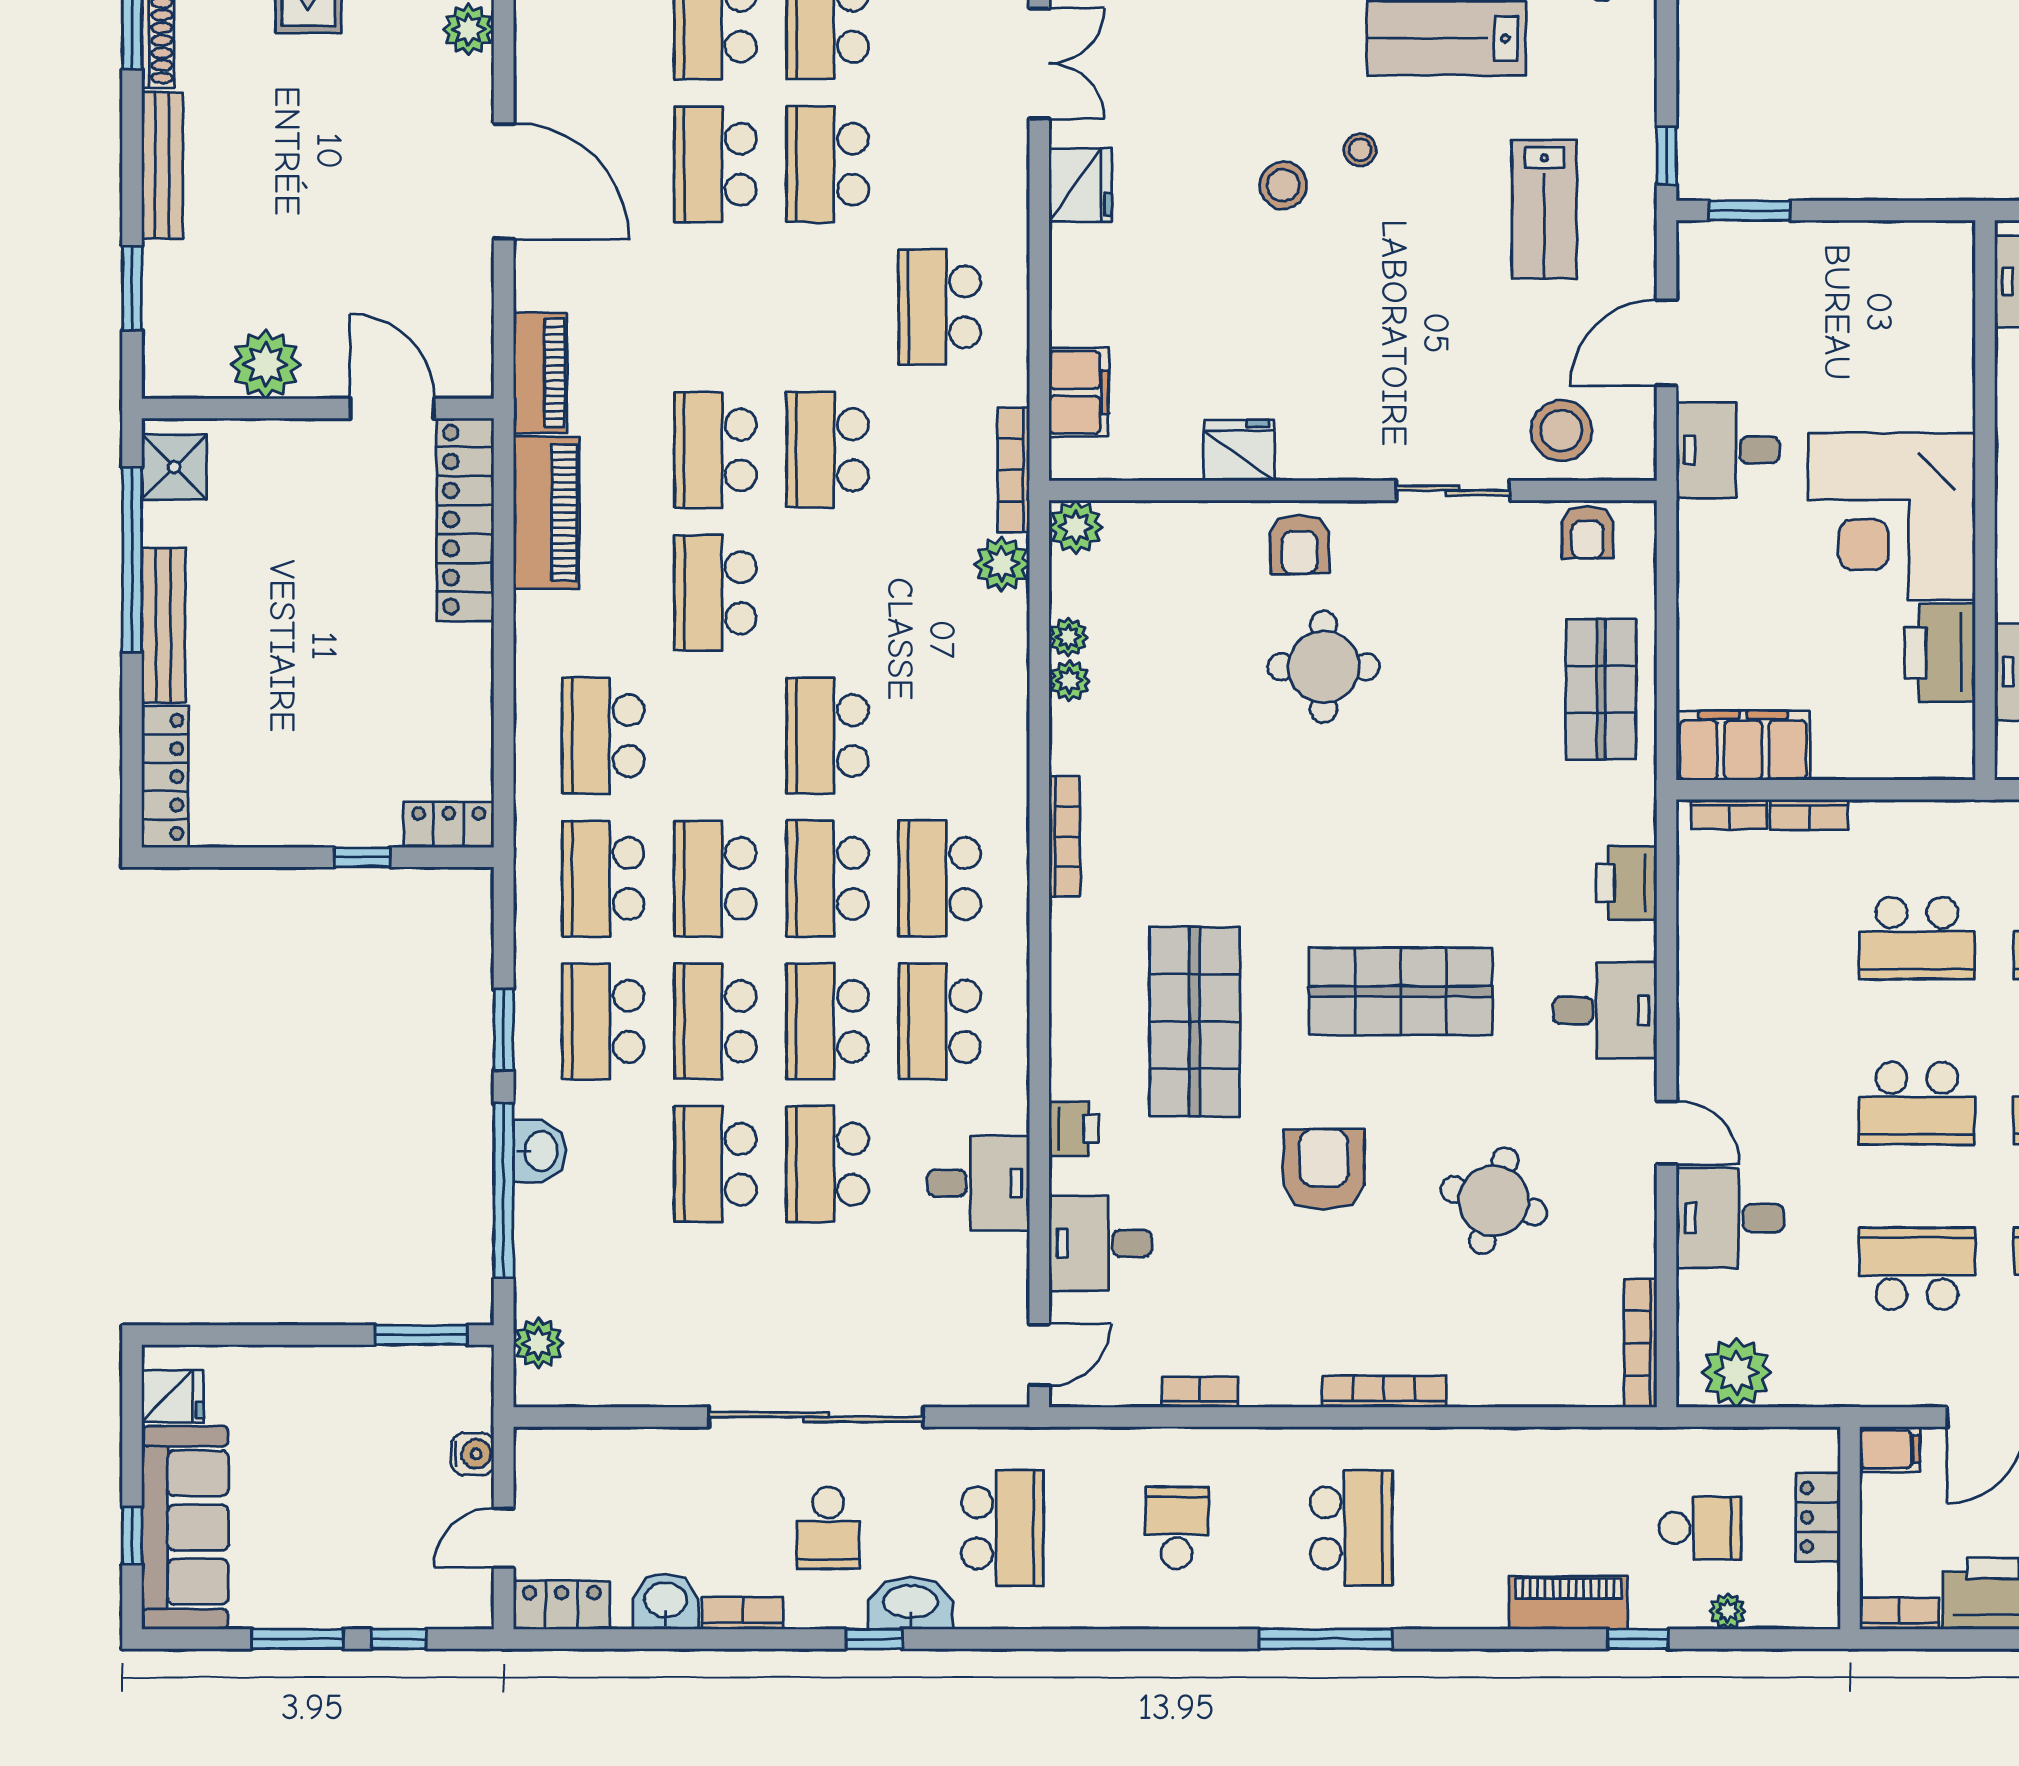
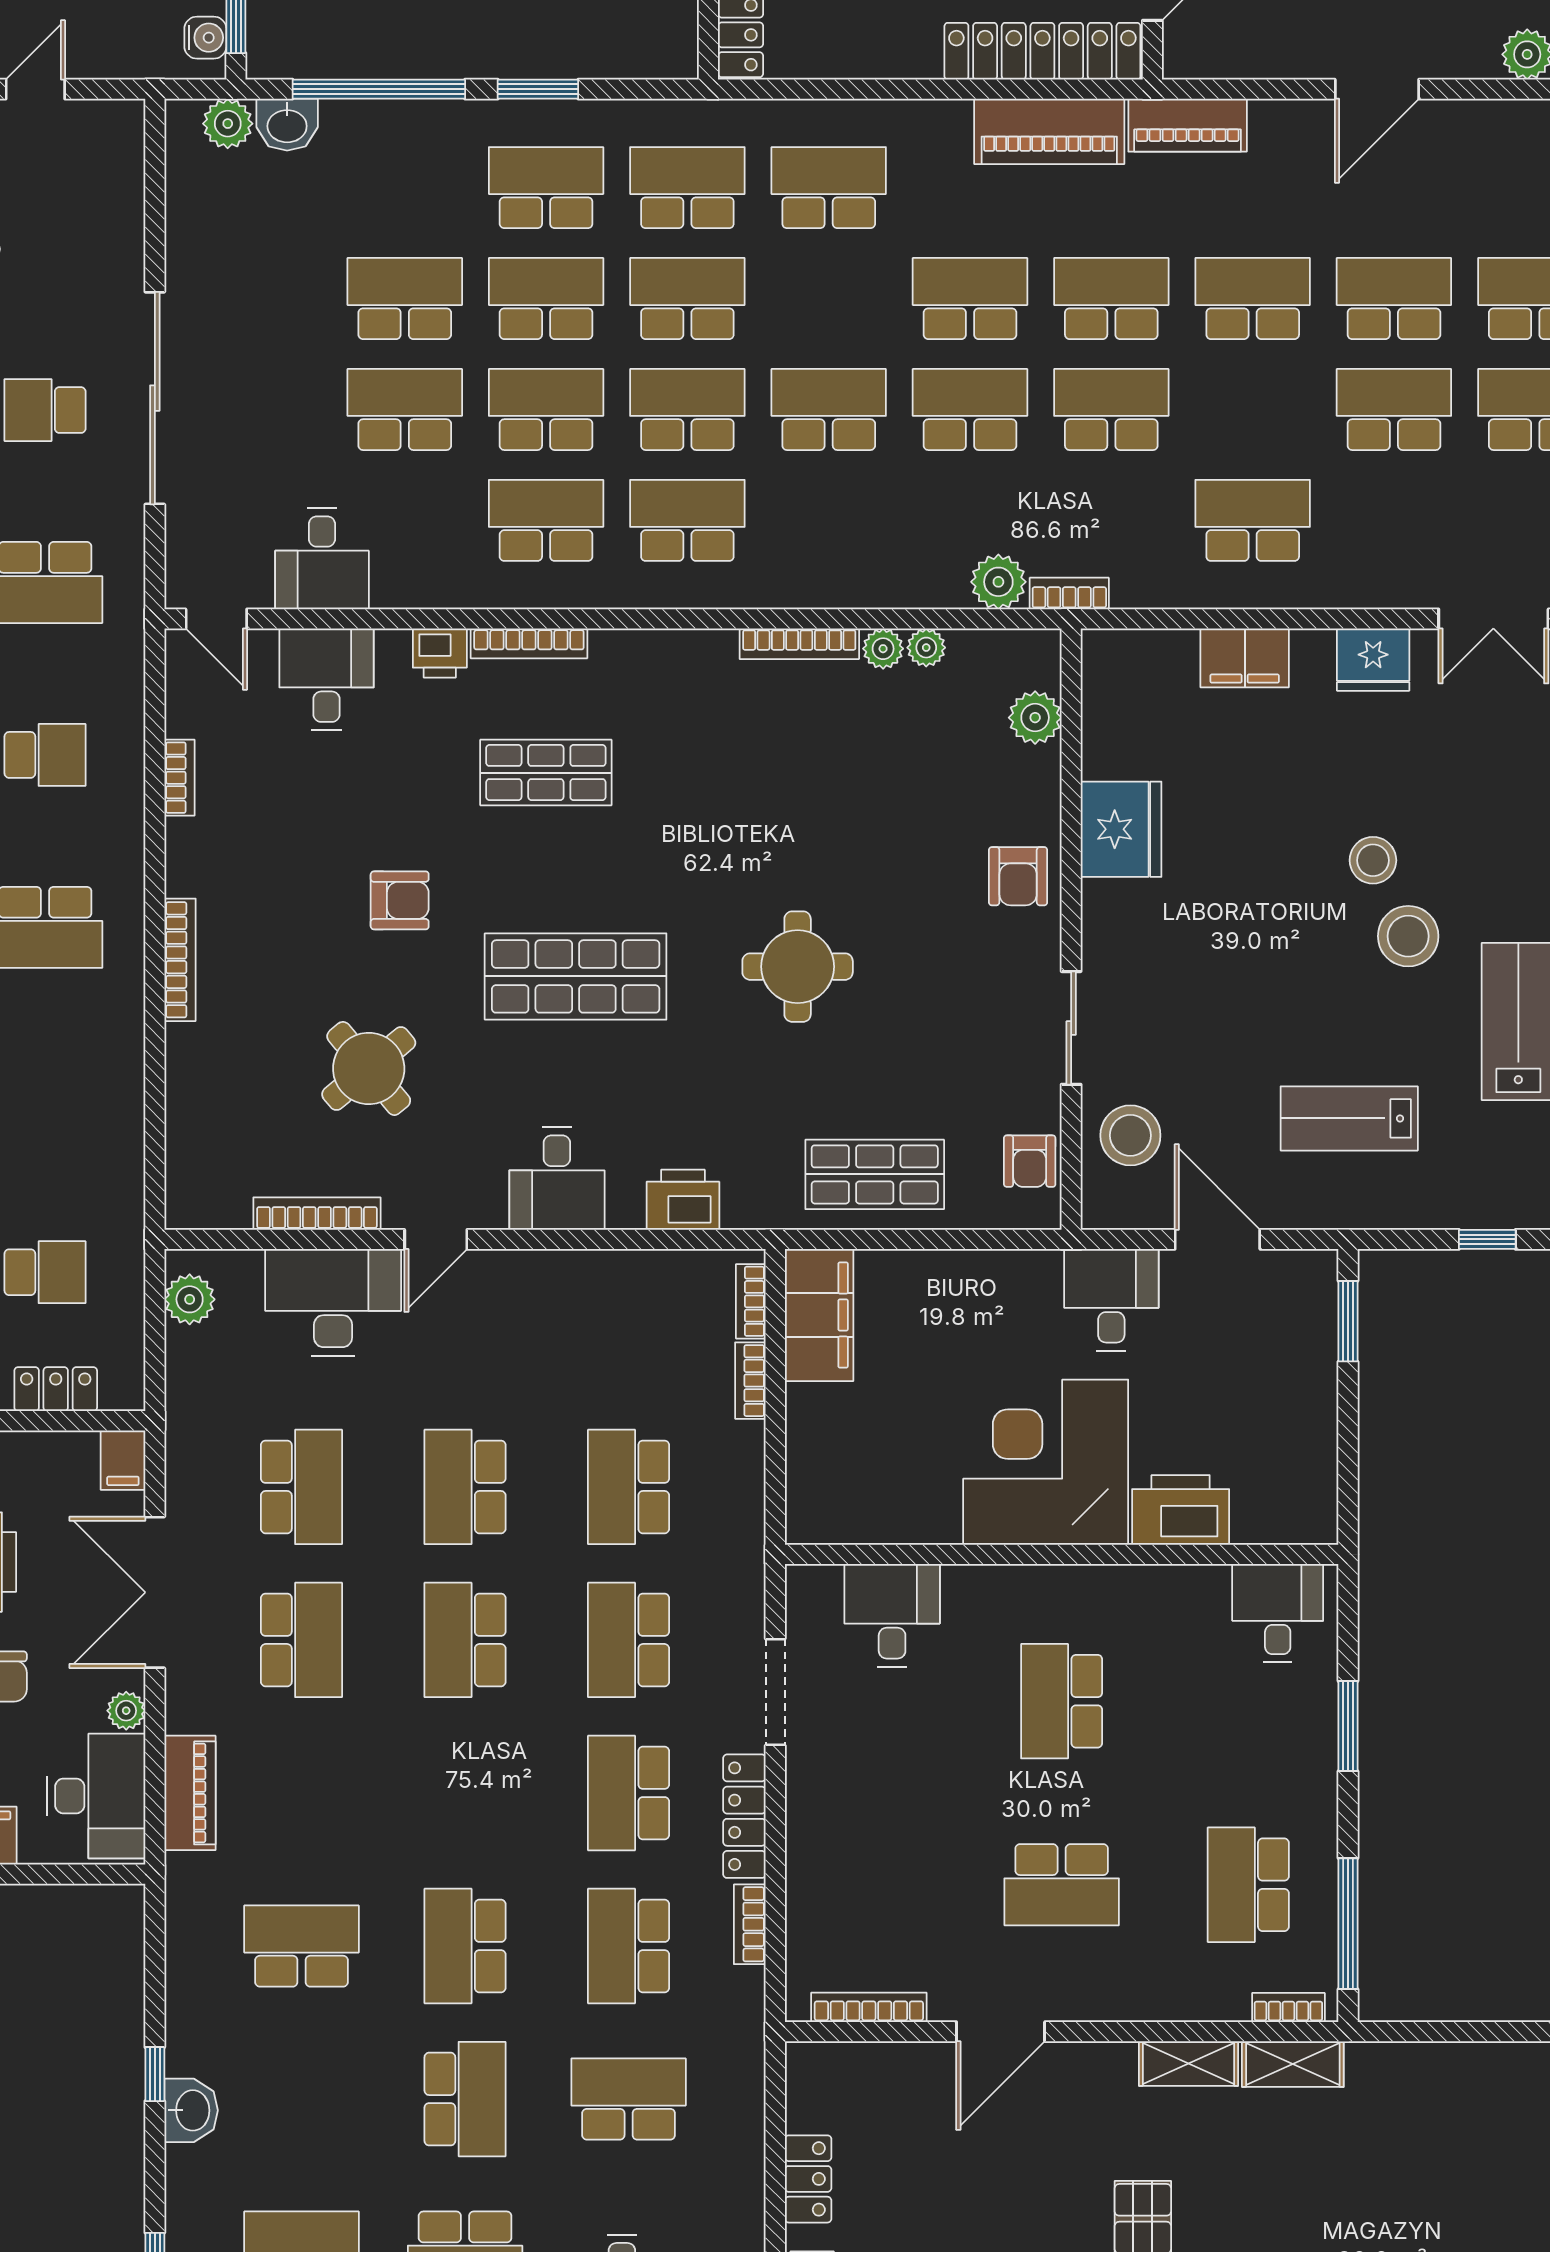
stool: (1360, 150) -> (1408, 936), width x1.89, depth x1.89
window: (1667, 155) -> (1487, 1239), moved
door: (504, 181) -> (1377, 89), width x0.73
school desk: (715, 307) -> (1253, 299), added
filing cabinet: (1079, 392) -> (1245, 658), moved
fridge: (1239, 450) -> (1121, 829), width x1.36, depth x1.34
bookcase: (1014, 470) -> (1069, 594), width x0.64
plant: (1076, 527) -> (1035, 718), moved
armchair: (1587, 532) -> (1030, 1161), turned -90
armchair: (1299, 544) -> (1018, 876), turned -89
school desk: (828, 593) -> (970, 409), added
printer: (1940, 653) -> (1181, 1510), moved
round table: (1324, 667) -> (798, 967), moved
bookcase: (1064, 836) -> (799, 644), moved
shop shelf: (1401, 992) -> (576, 976), turned 90
shop shelf: (1195, 1022) -> (546, 773), width x0.70, depth x0.74
bookcase: (1064, 1039) -> (529, 643), added
washbasin: (540, 1151) -> (287, 125), moved
armchair: (1324, 1169) -> (400, 900), width x0.72, depth x0.72
desk: (979, 1183) -> (322, 559), moved
round table: (1494, 1201) -> (369, 1068), turned 34
desk: (1730, 1218) -> (333, 1302), width x1.37
bookcase: (1640, 1343) -> (317, 1214), moved
plant: (1737, 1373) -> (190, 1299), width x0.73, depth x0.73
water cooler: (473, 1454) -> (205, 38), moved, turned -90
school desk: (1700, 1528) -> (45, 1272), turned -90
door: (504, 1538) -> (35, 89), hinge flipped

